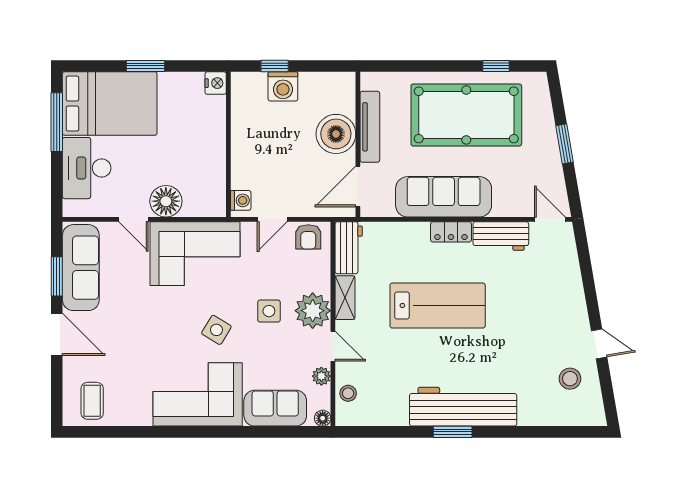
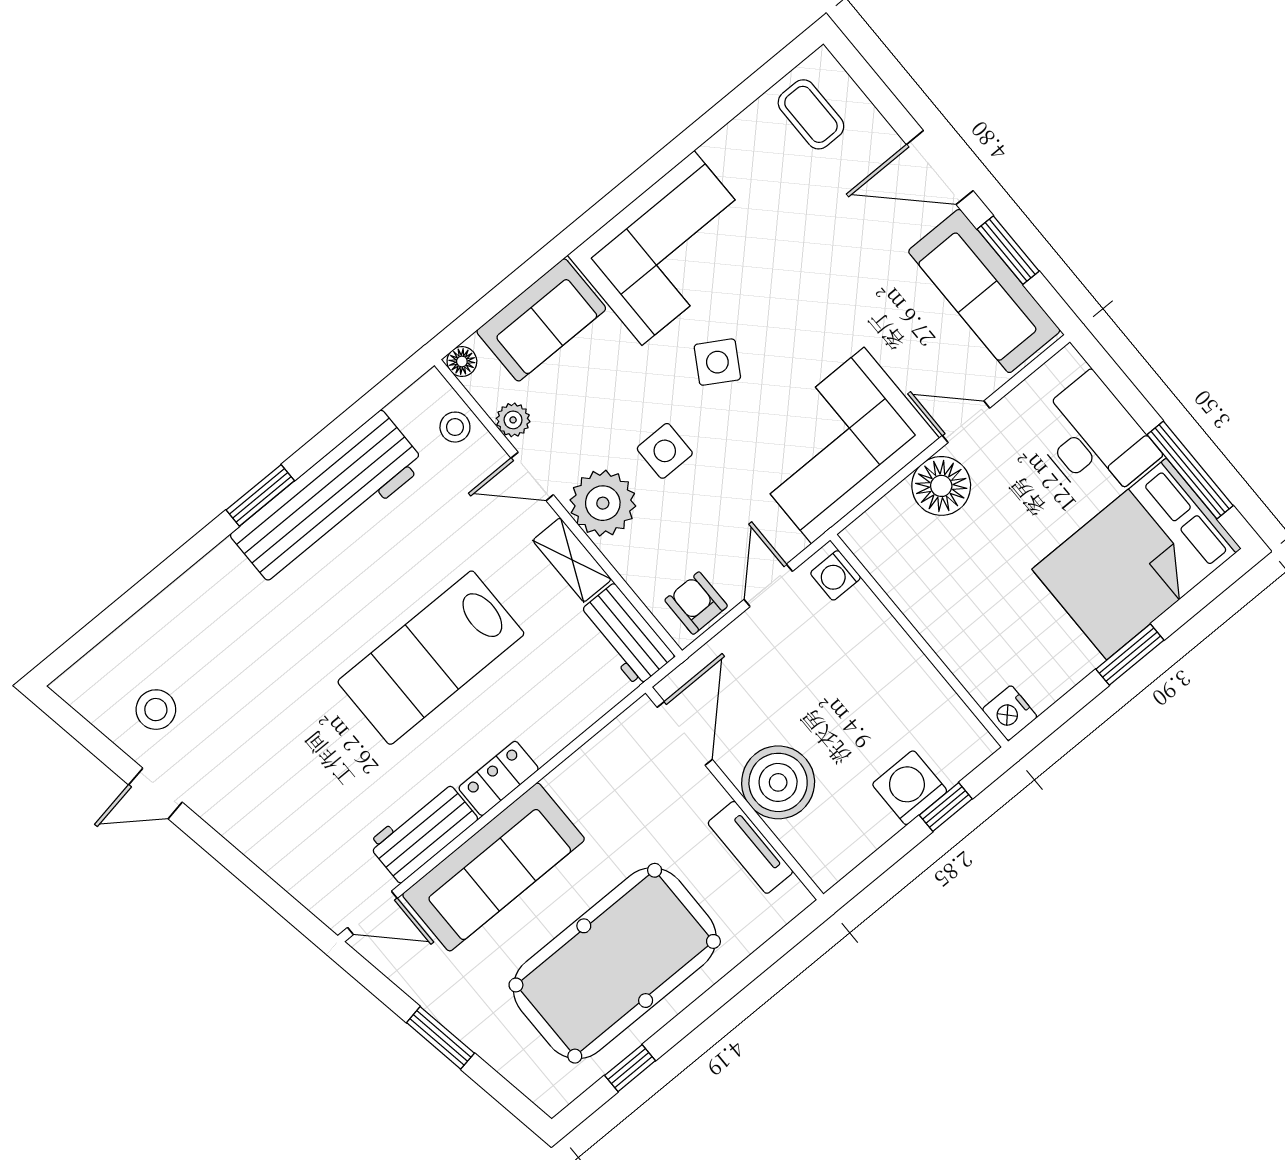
tv unit: (370, 127) -> (750, 847), width x0.71
sofa: (444, 197) -> (494, 867), moved
workbench: (463, 407) -> (328, 500), moved

